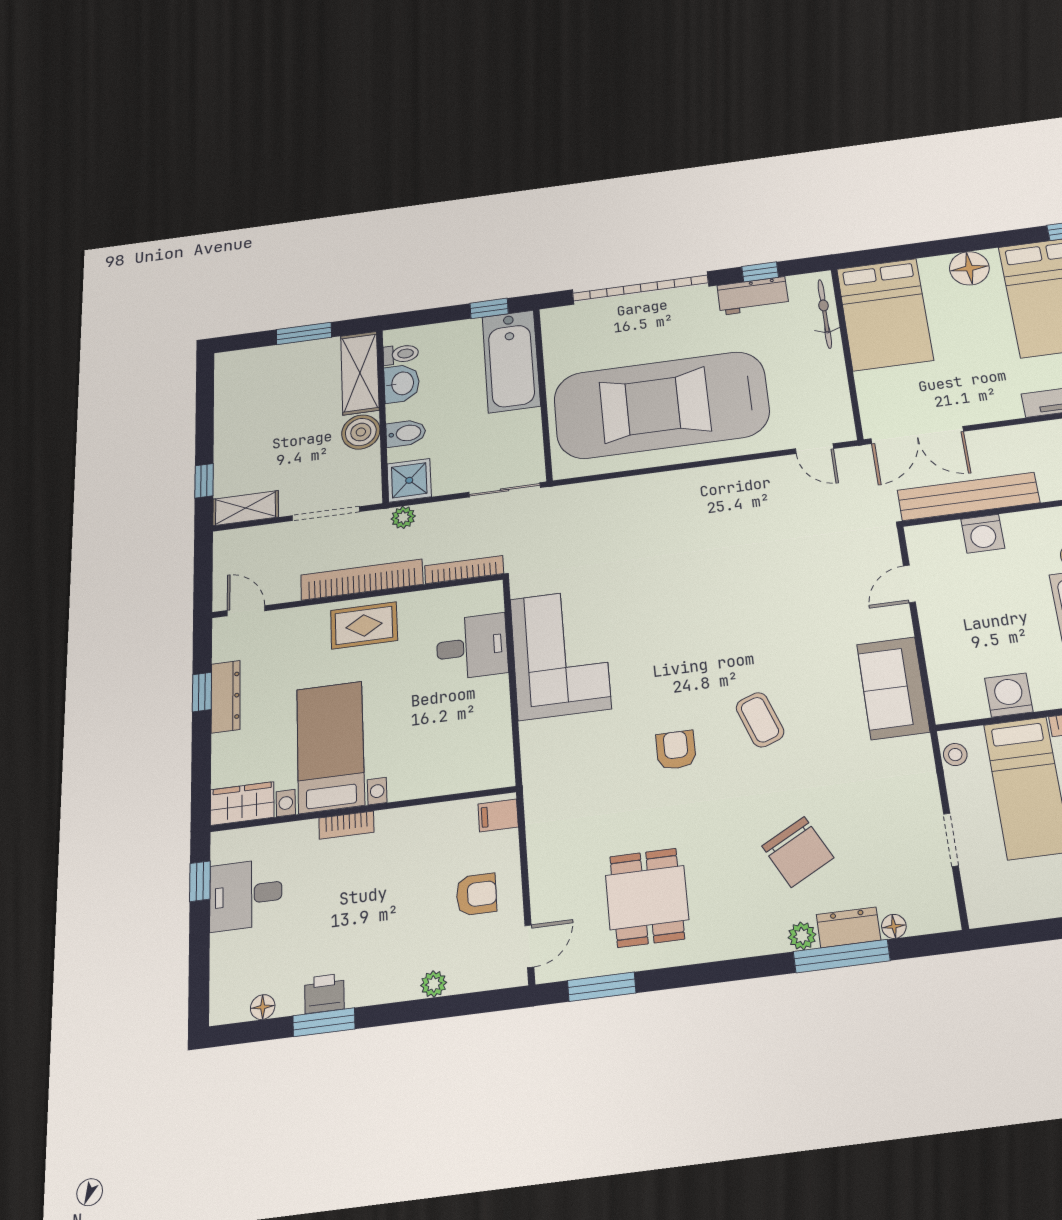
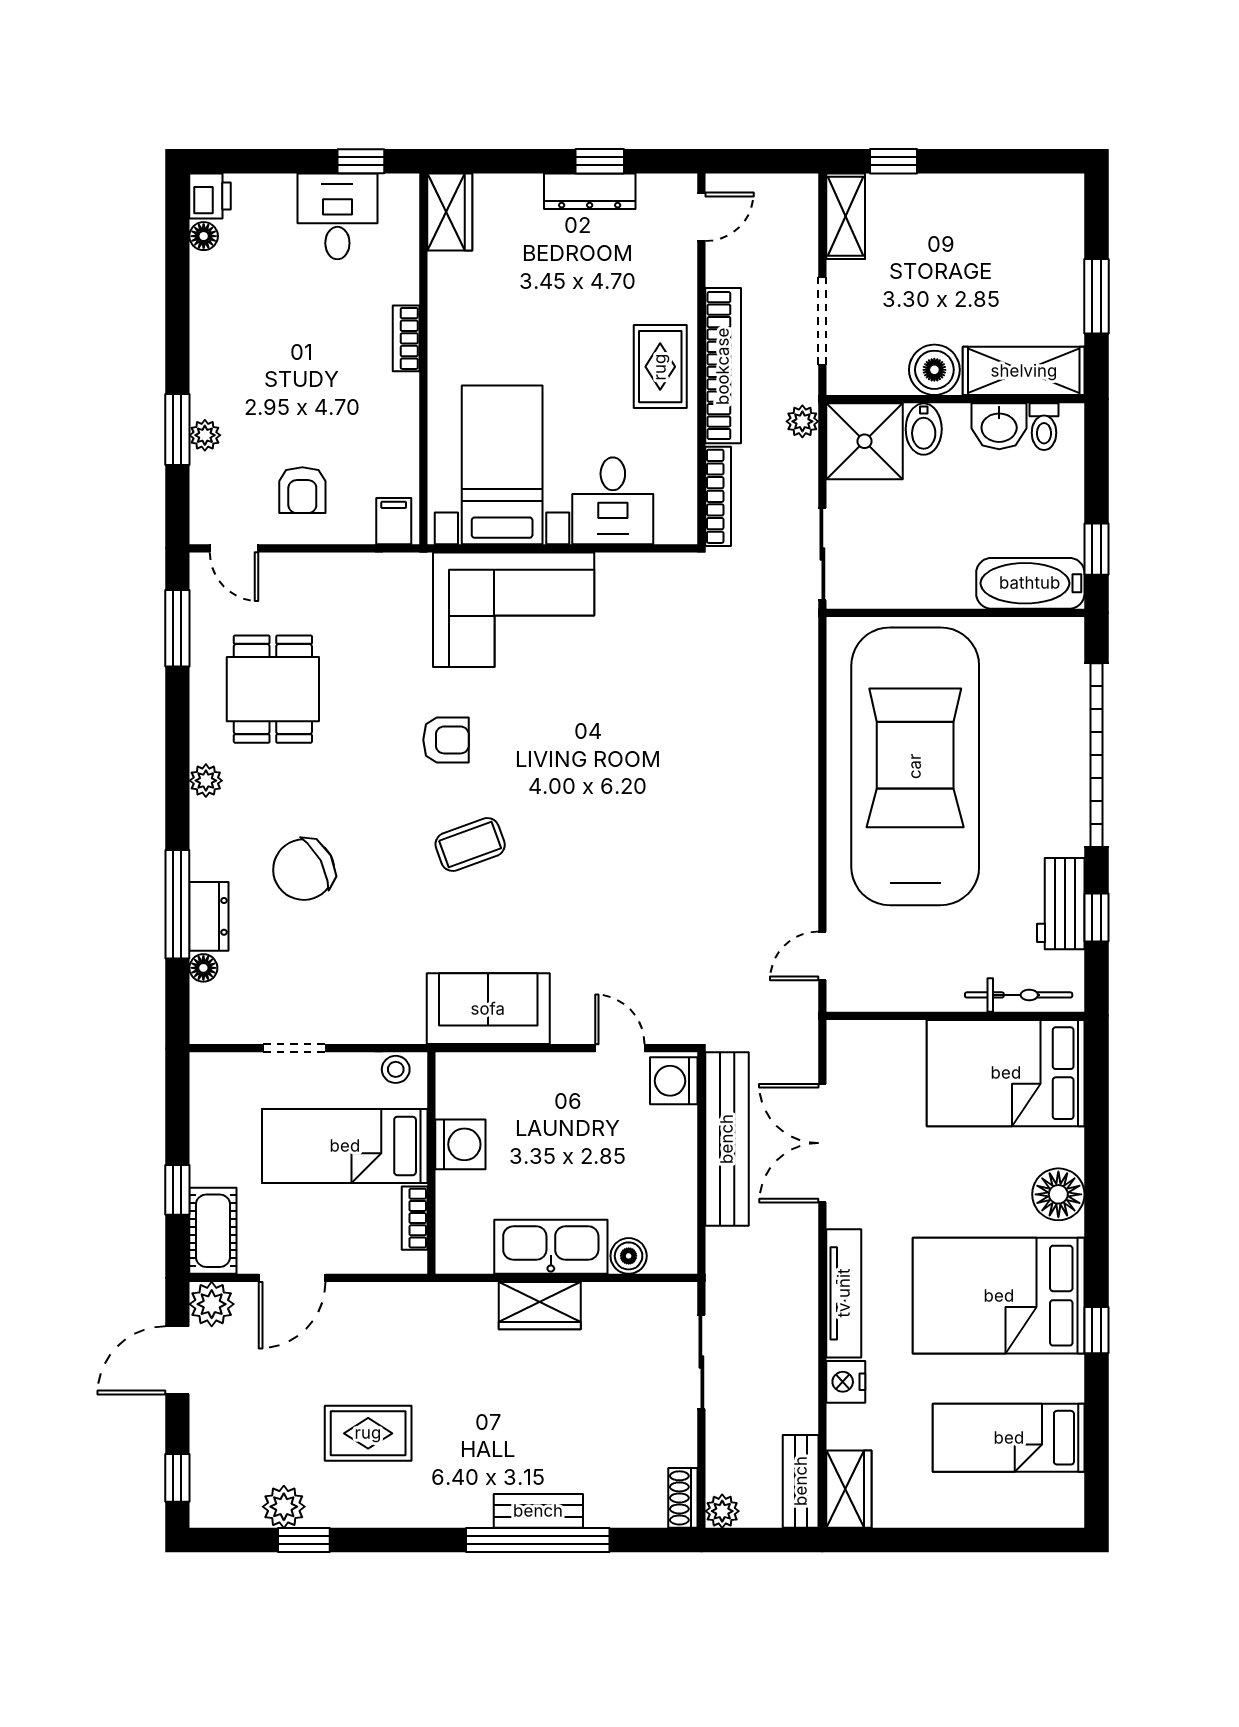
bathtub: (511, 361) -> (1030, 583), width x0.73, depth x0.73
double door: (917, 435) -> (822, 1143), moved
shower: (409, 480) -> (864, 441), width x1.36, depth x1.36
washing machine: (983, 534) -> (674, 1081), moved
corner sofa: (560, 653) -> (514, 610), moved
bed with nightstands: (330, 747) -> (502, 465), moved, turned -90
dining table: (647, 898) -> (273, 689), turned 90
plant: (802, 936) -> (206, 781), moved
printer: (324, 993) -> (210, 196), moved
window: (324, 1022) -> (177, 429), moved

